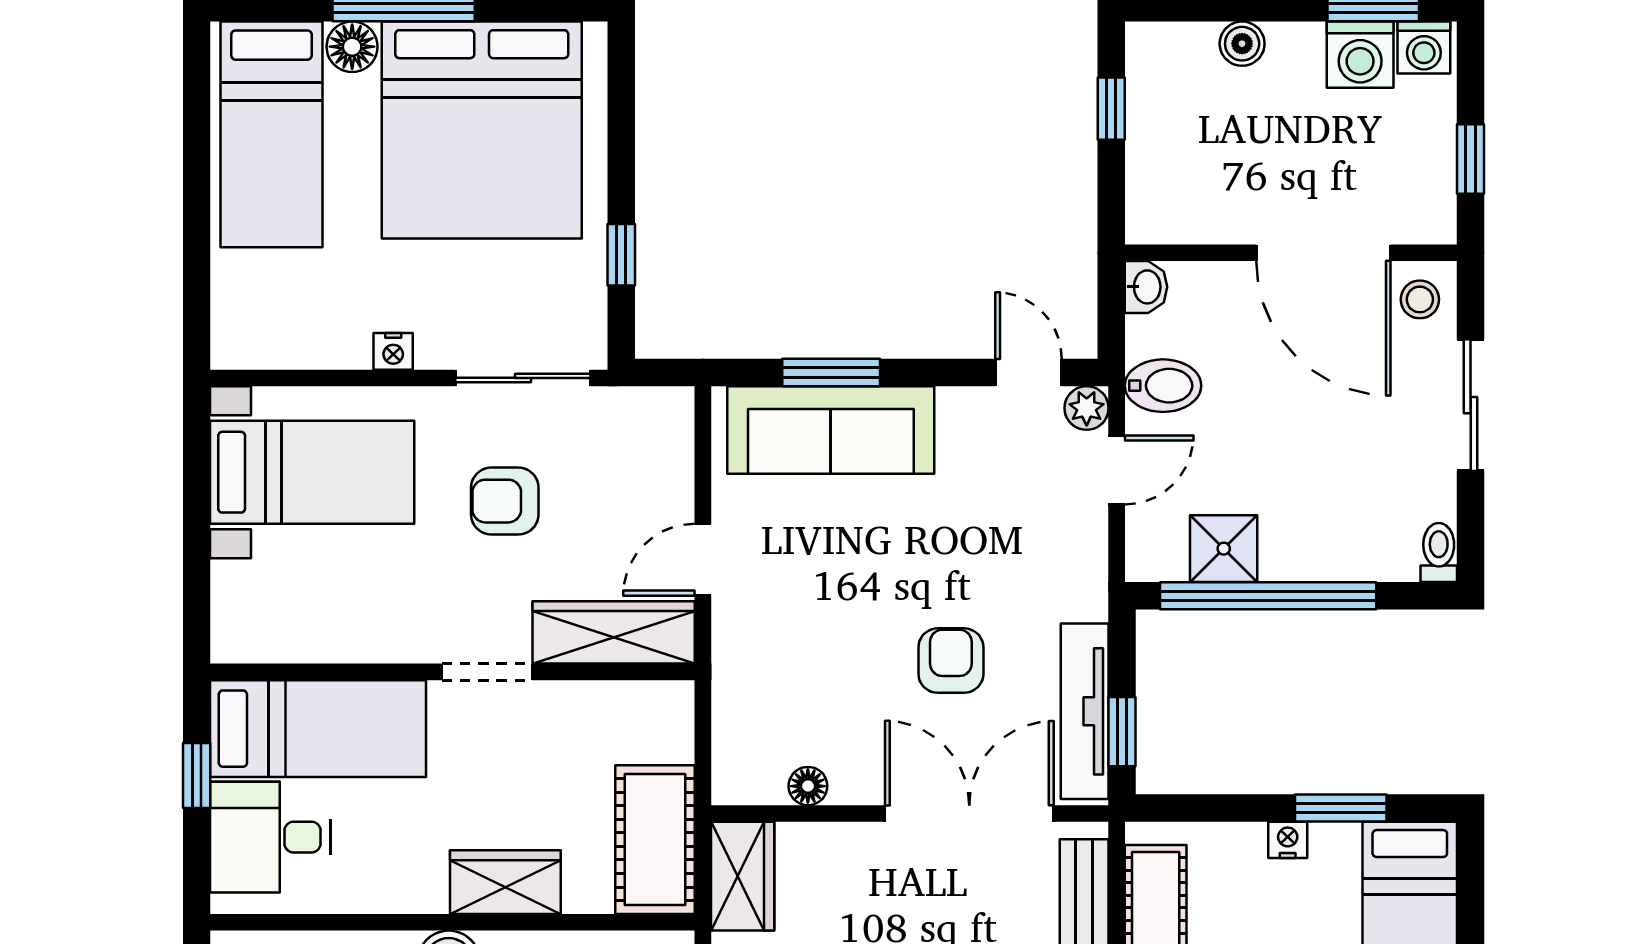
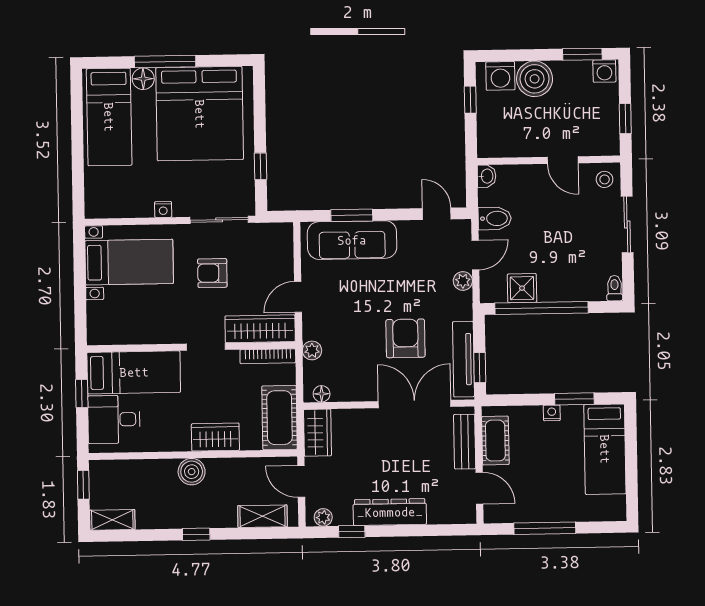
boiler: (1242, 44) -> (535, 79), width x1.86, depth x1.86
washing machine: (1360, 55) -> (500, 76), moved
door: (1323, 253) -> (563, 160), width x0.53
plant: (1087, 408) -> (463, 281), moved
armchair: (951, 661) -> (405, 338), width x1.38, depth x1.38
plant: (733, 685) -> (312, 350), added
bookcase: (630, 697) -> (268, 356), added
floor lamp: (808, 786) -> (322, 394), moved

